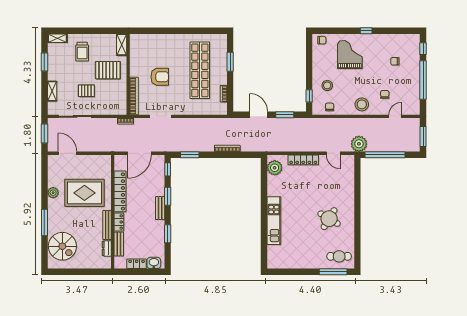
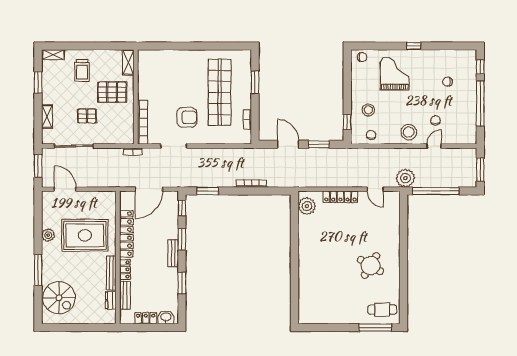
armchair: (160, 77) -> (187, 117), moved
door: (395, 116) -> (434, 146), moved
kitchen unit: (274, 221) -> (306, 268), removed

